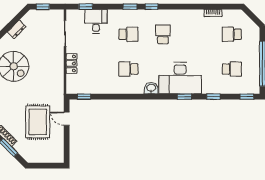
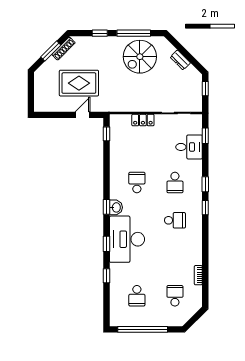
window: (247, 97) -> (107, 207), moved

